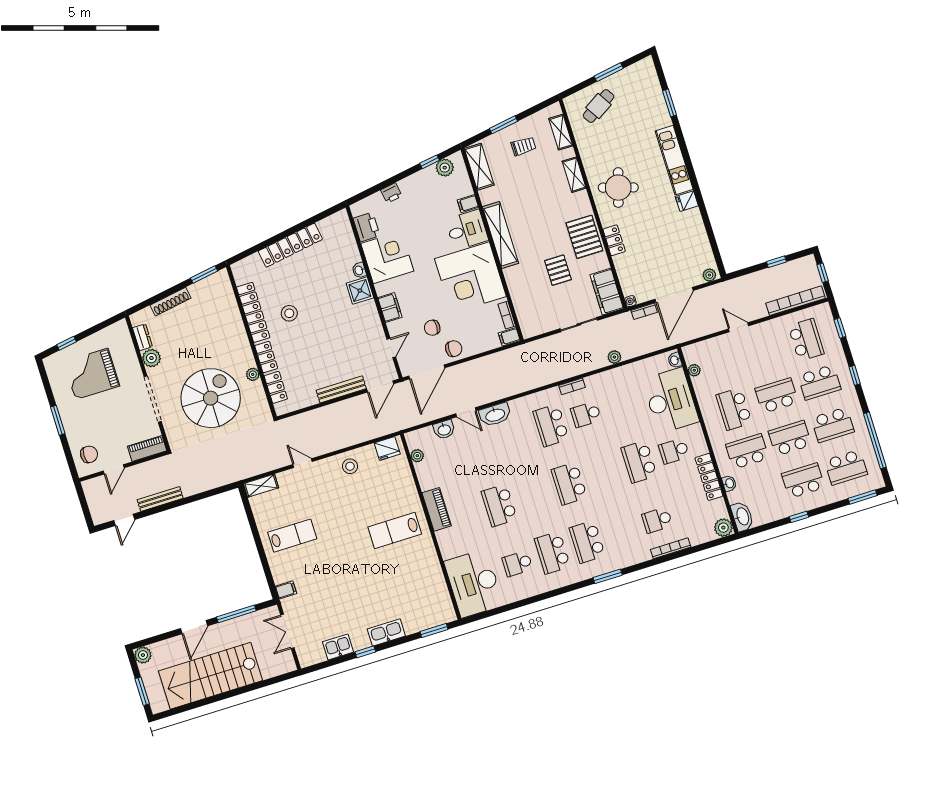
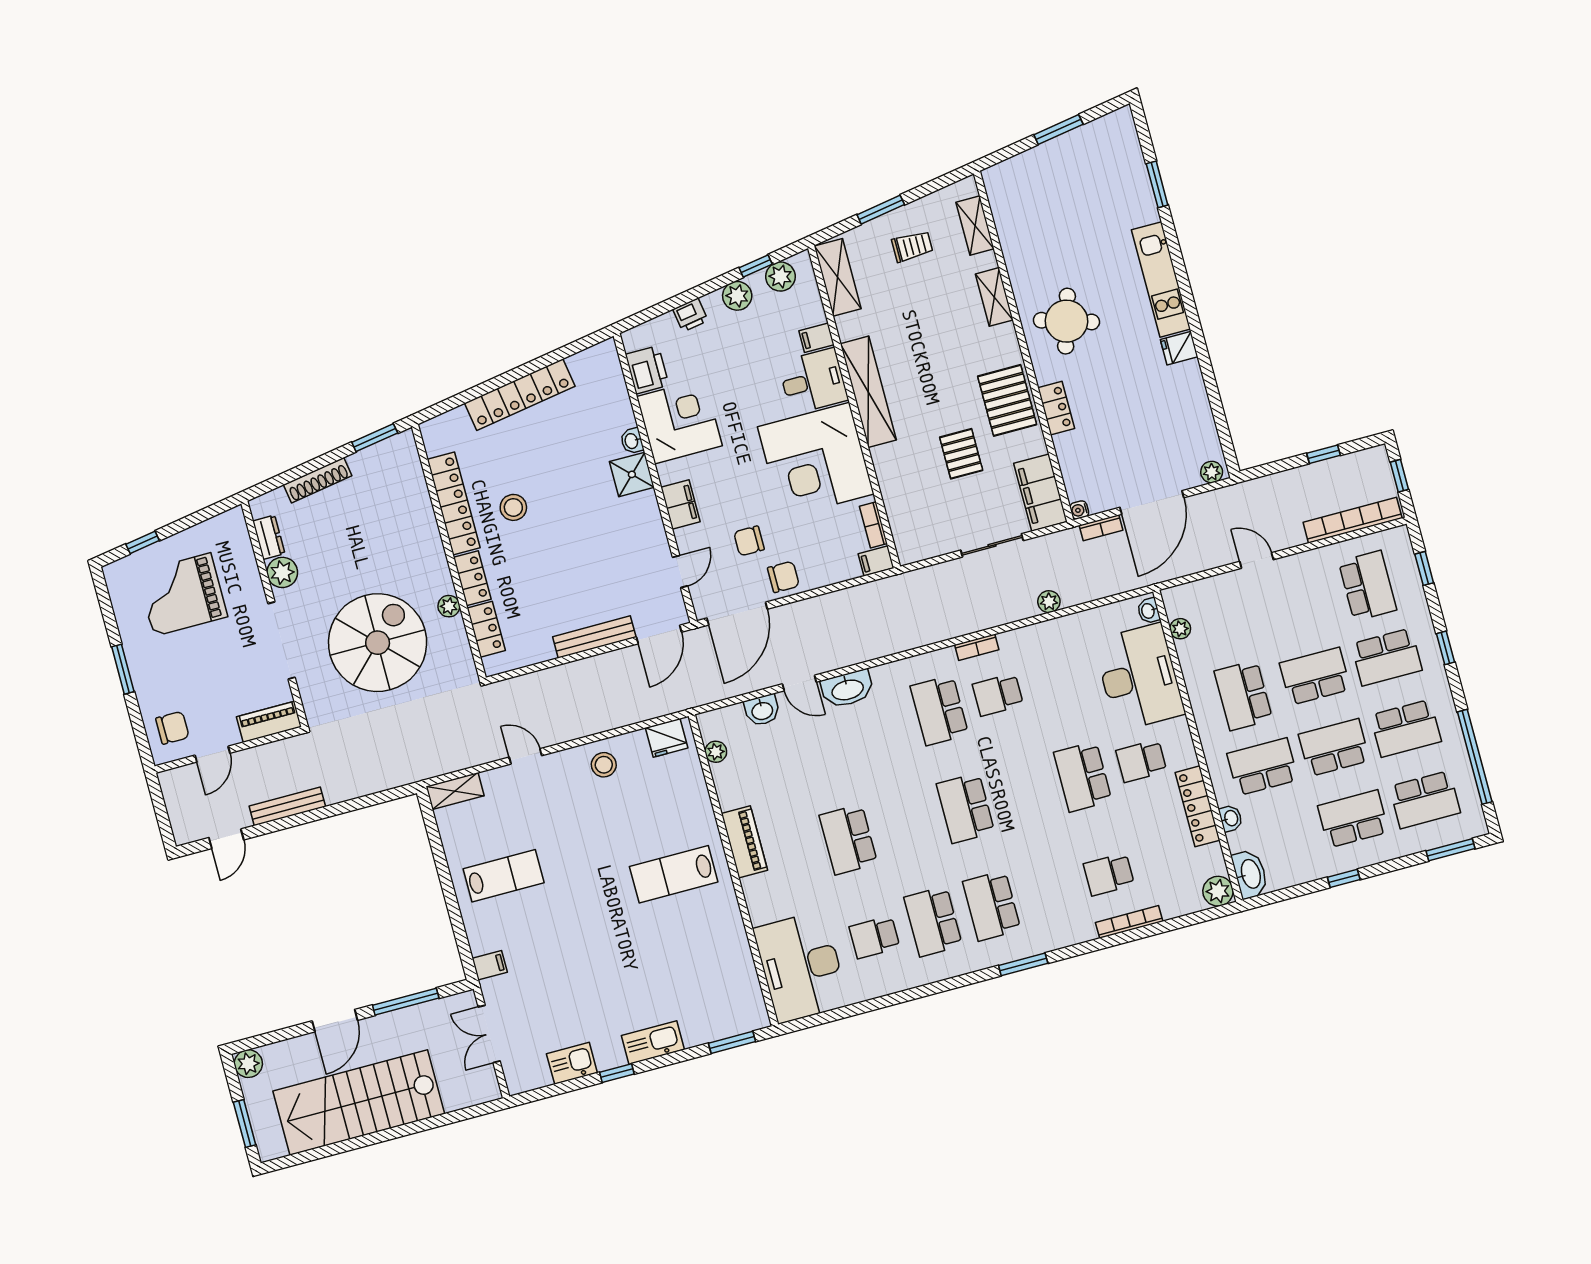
cafe table: (598, 106) -> (1039, 185), removed
plant: (419, 180) -> (737, 296), added

